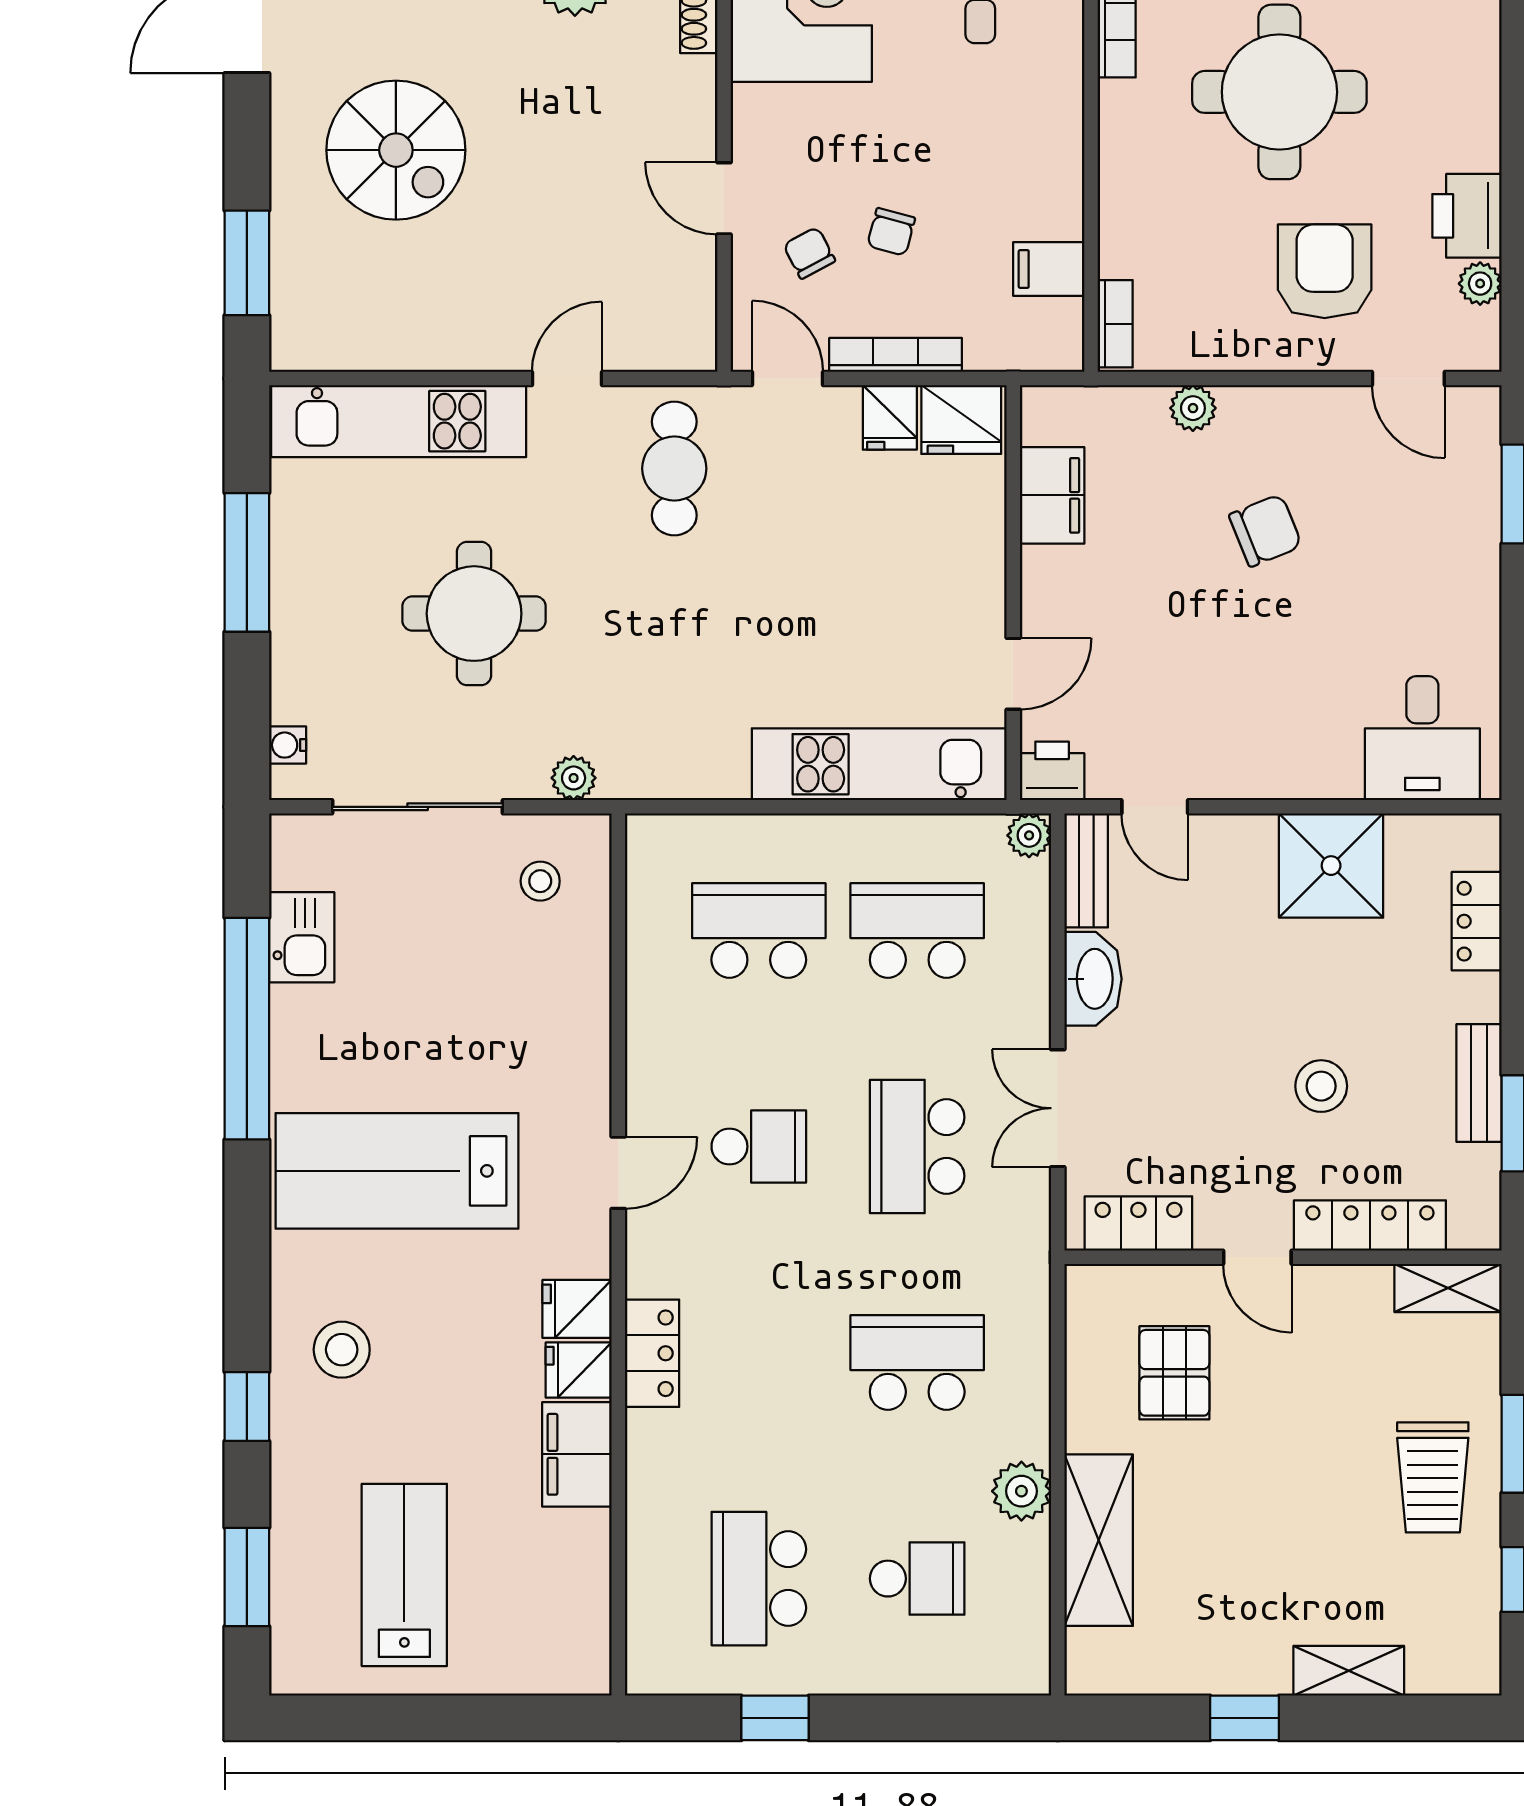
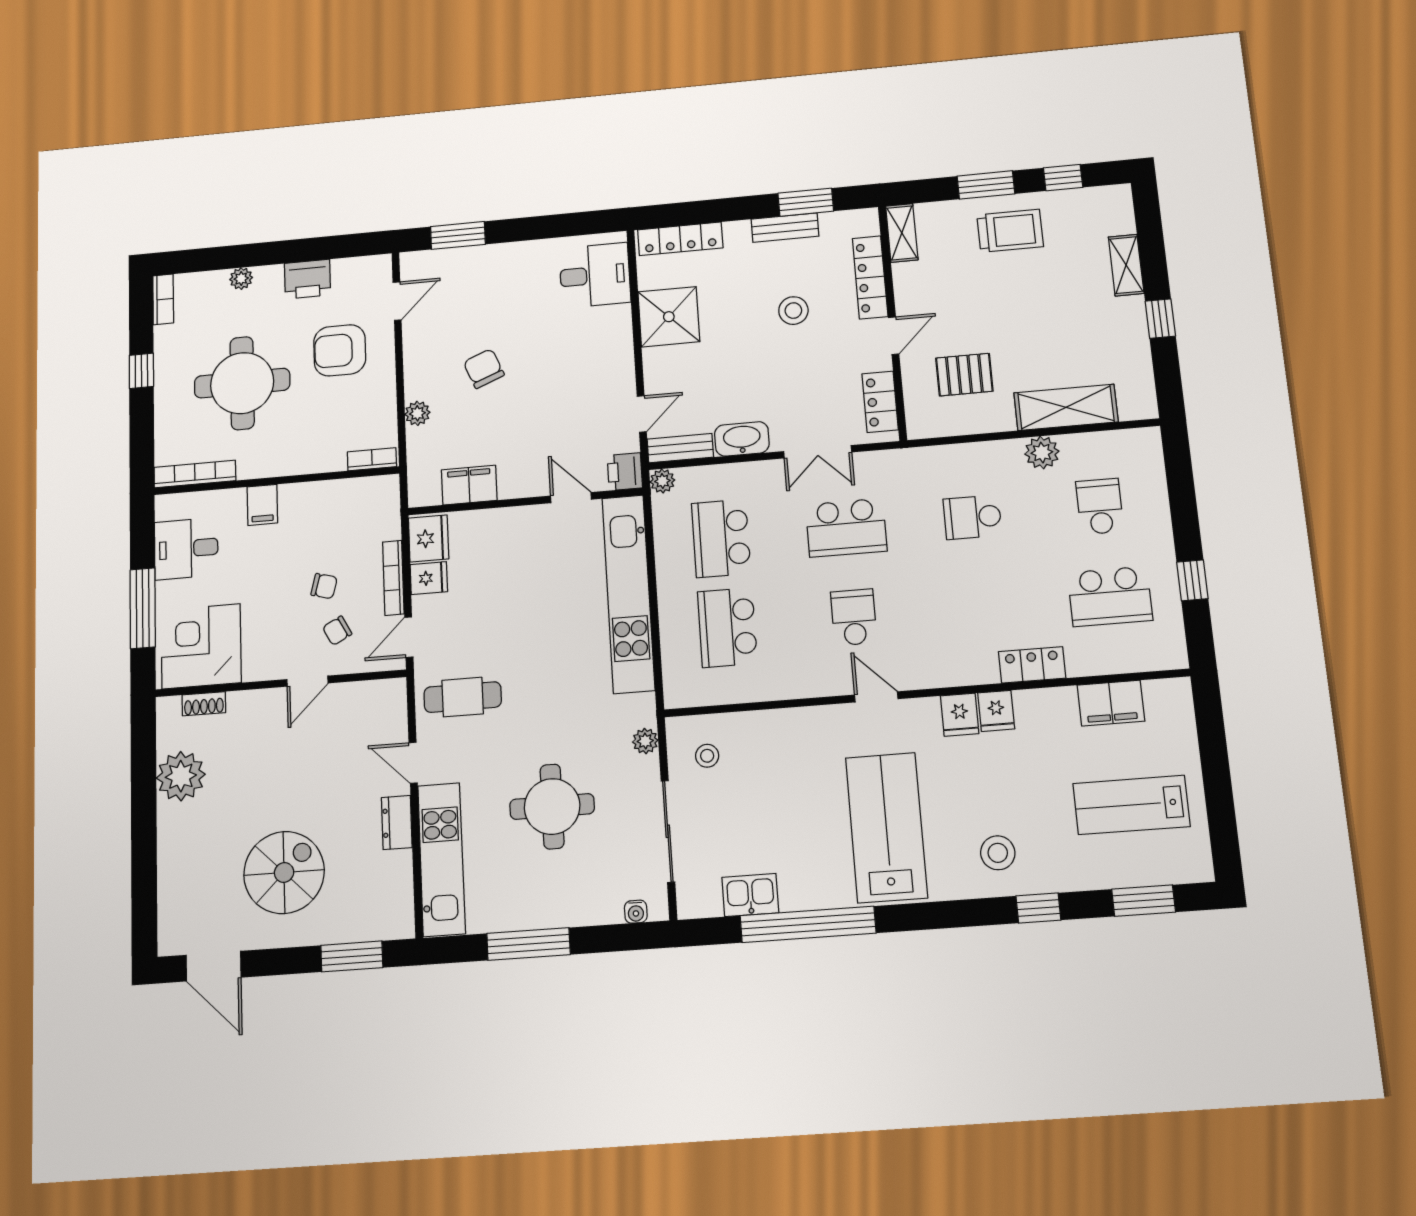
filing cabinet: (1049, 269) -> (262, 505), moved
plant: (1480, 284) -> (241, 279), moved
dresser: (467, 347) -> (397, 822), added
kitchen unit: (879, 764) -> (628, 593), width x1.36
locker: (1477, 921) -> (680, 239), width x1.53
lab bench: (397, 1171) -> (886, 827), turned 180
locker: (652, 1353) -> (1032, 665), moved
school desk: (917, 1363) -> (972, 517), width x0.54
filing cabinet: (577, 1454) -> (1111, 703), moved

